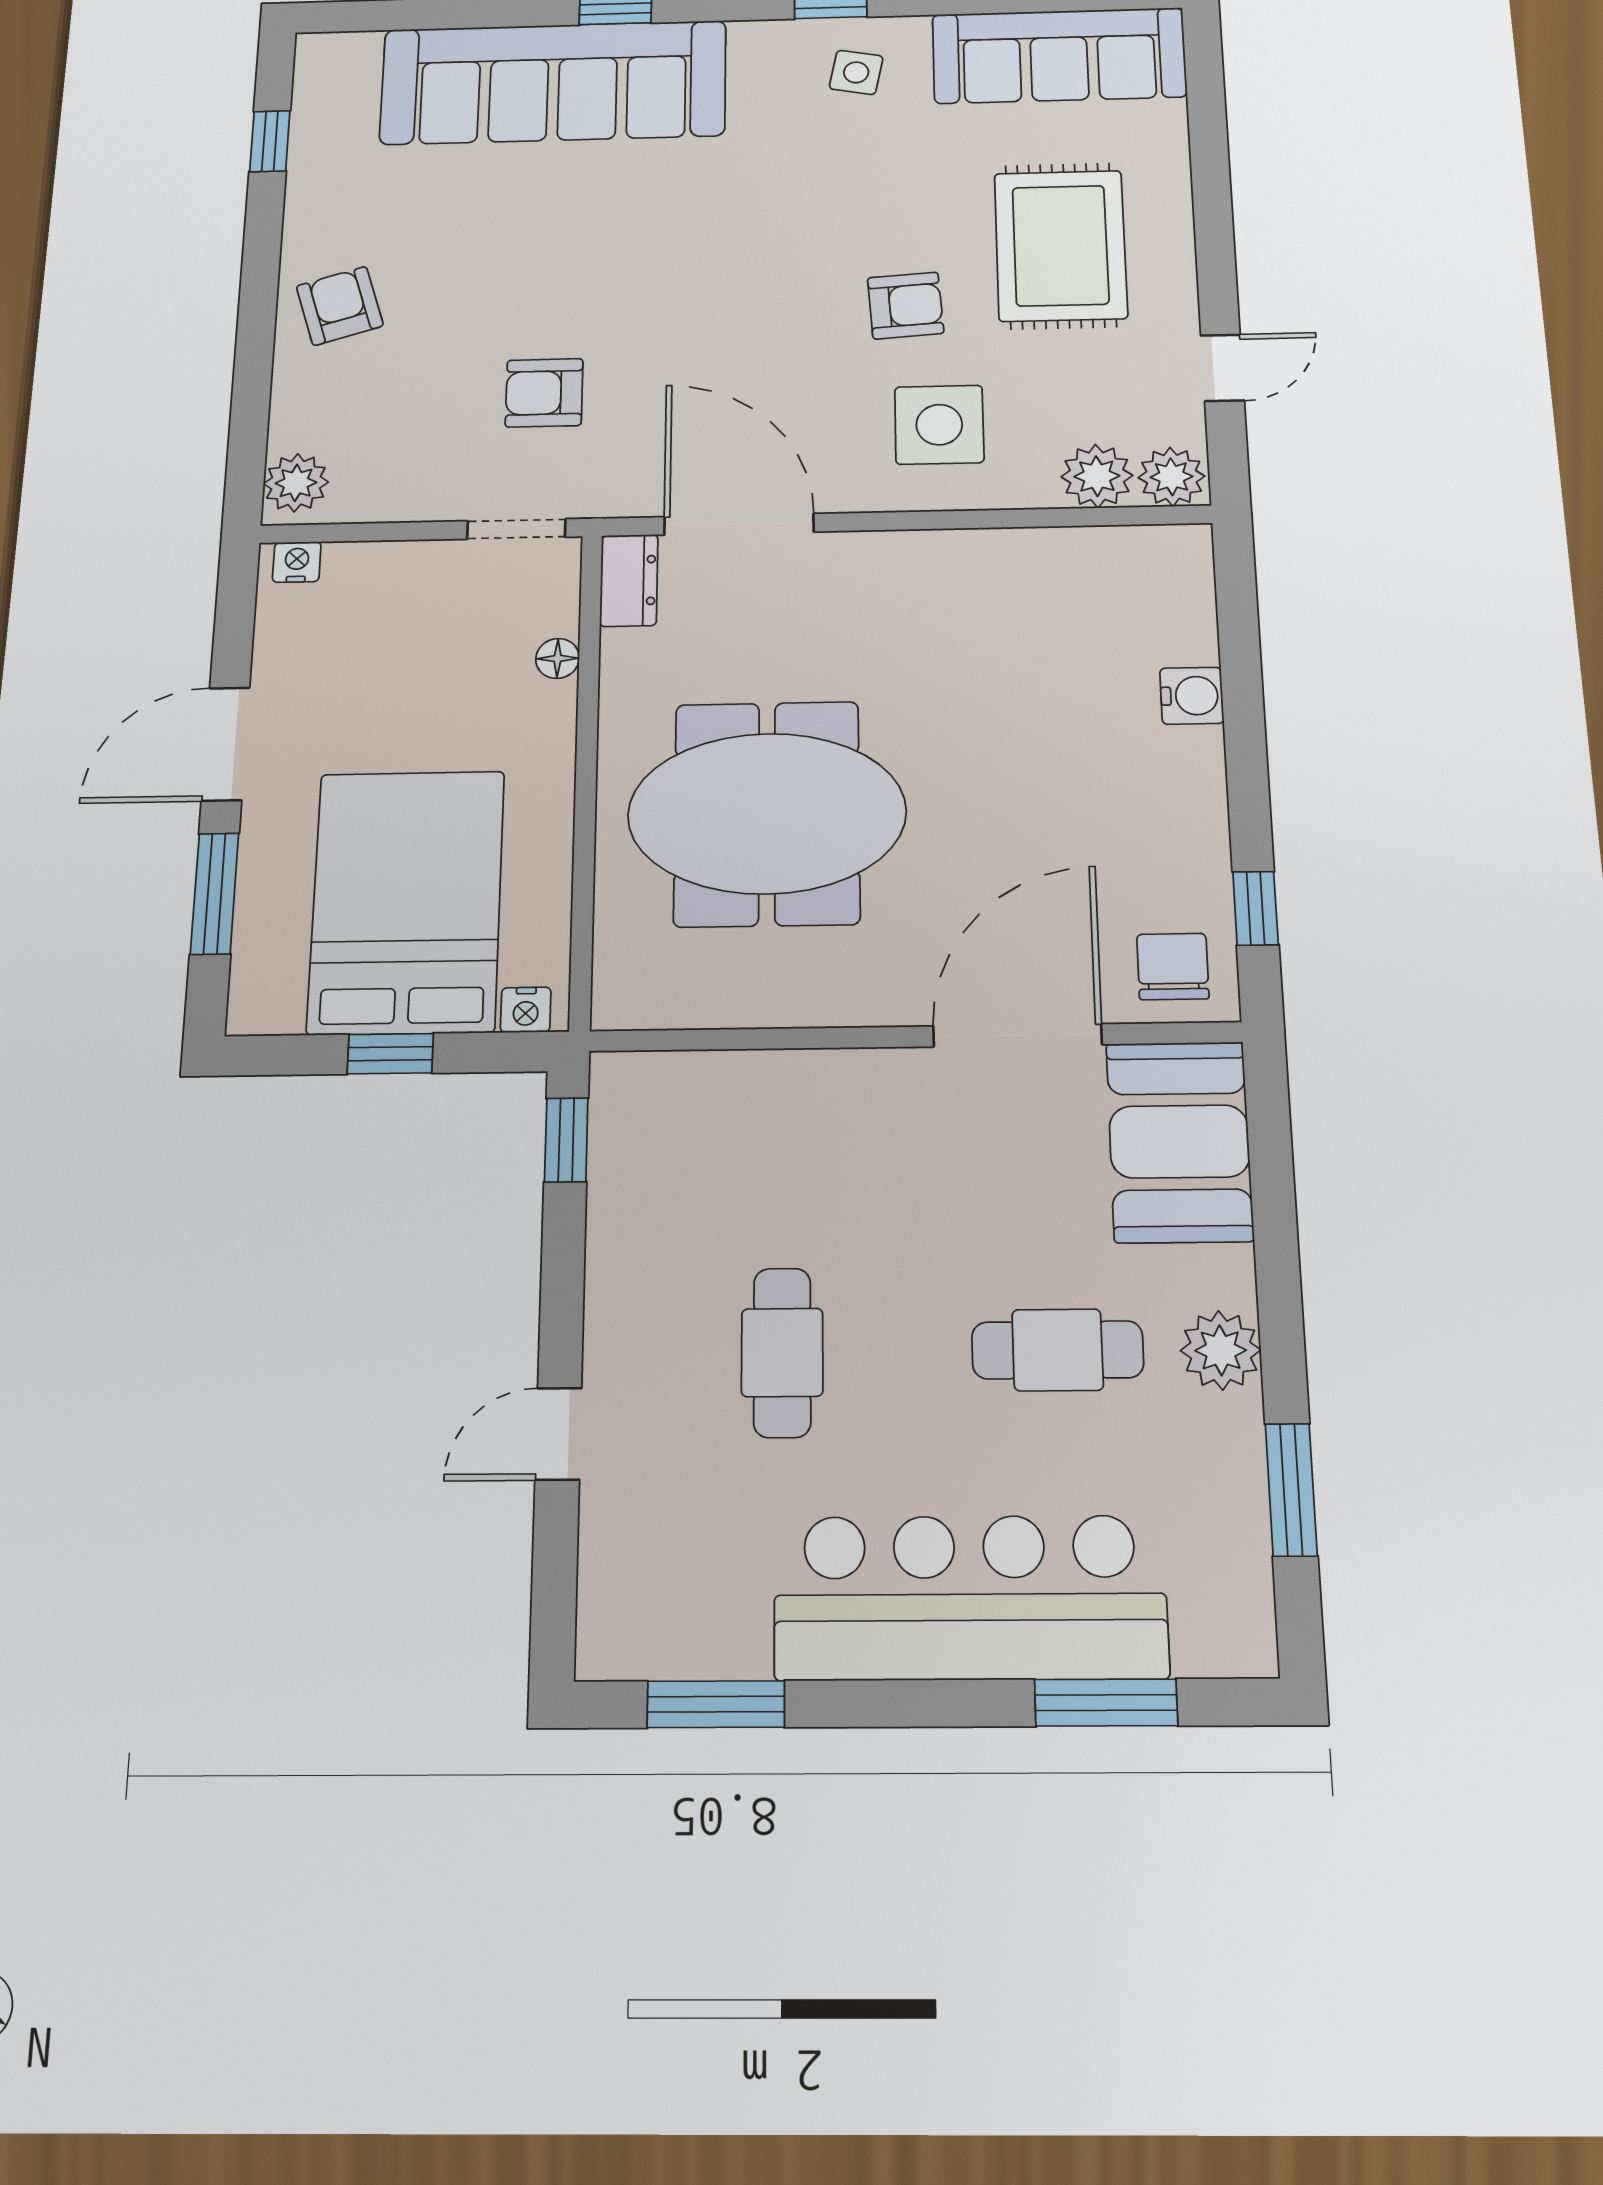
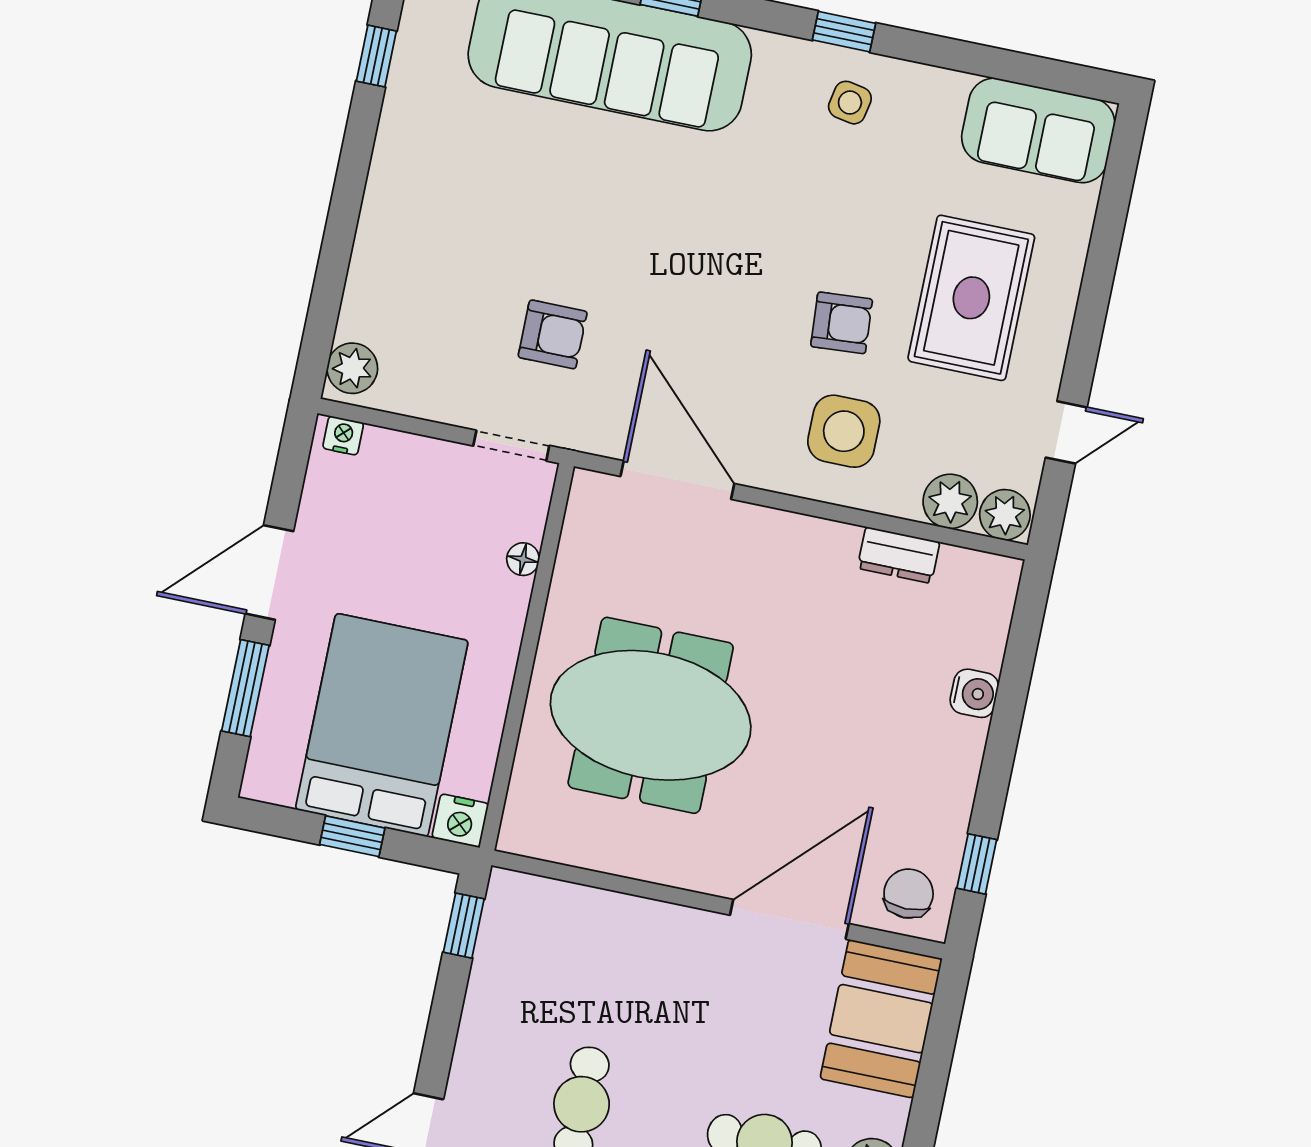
sofa: (1059, 56) -> (1038, 130), width x0.73
armchair: (340, 306) -> (409, 221), removed
armchair: (544, 393) -> (553, 334), turned 180
dresser: (629, 580) -> (899, 555), moved, turned 90
nightstand: (526, 1010) -> (460, 821), width x1.39, depth x1.35

